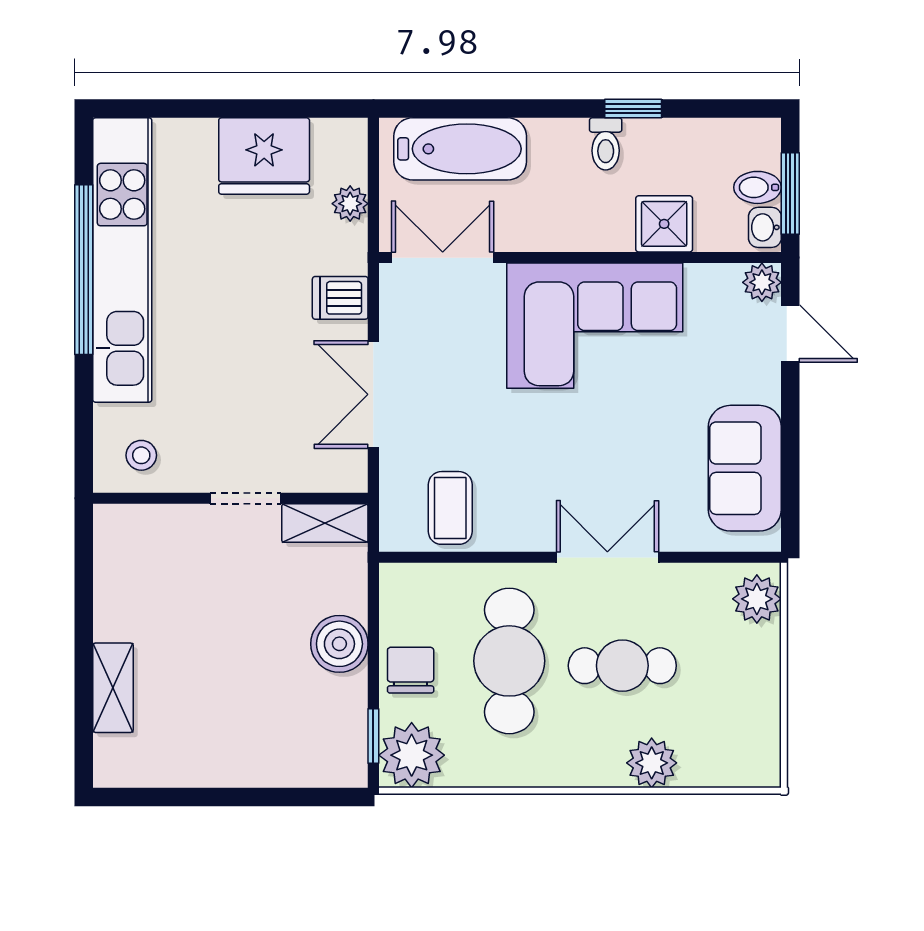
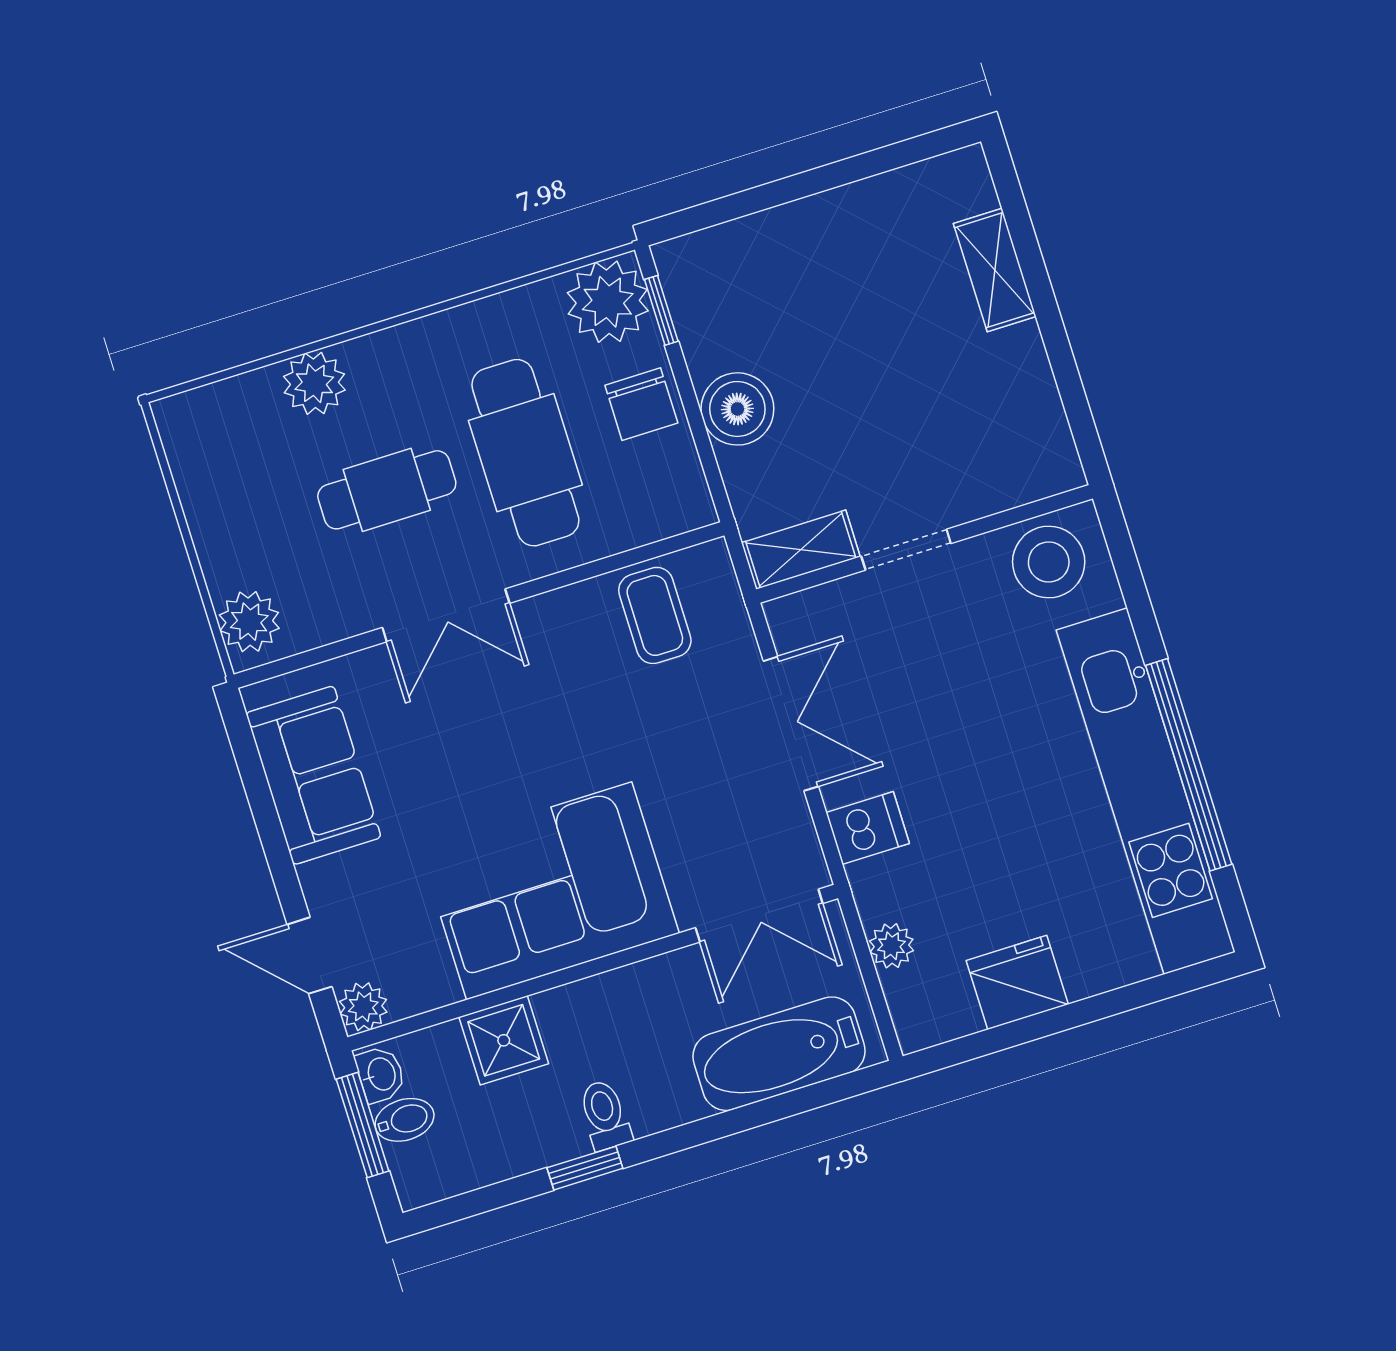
fridge: (264, 156) -> (1017, 982), width x0.73, depth x0.75
stool: (141, 455) -> (1049, 562), width x1.89, depth x1.89

